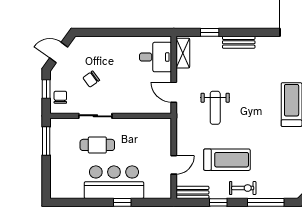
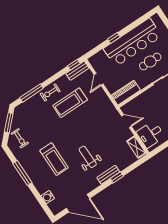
window: (210, 32) -> (117, 177), moved
weight bench: (215, 108) -> (88, 157), moved
piano: (152, 127) -> (126, 93), added
bar counter: (114, 182) -> (133, 42), width x1.36
window: (218, 202) -> (74, 65), moved

